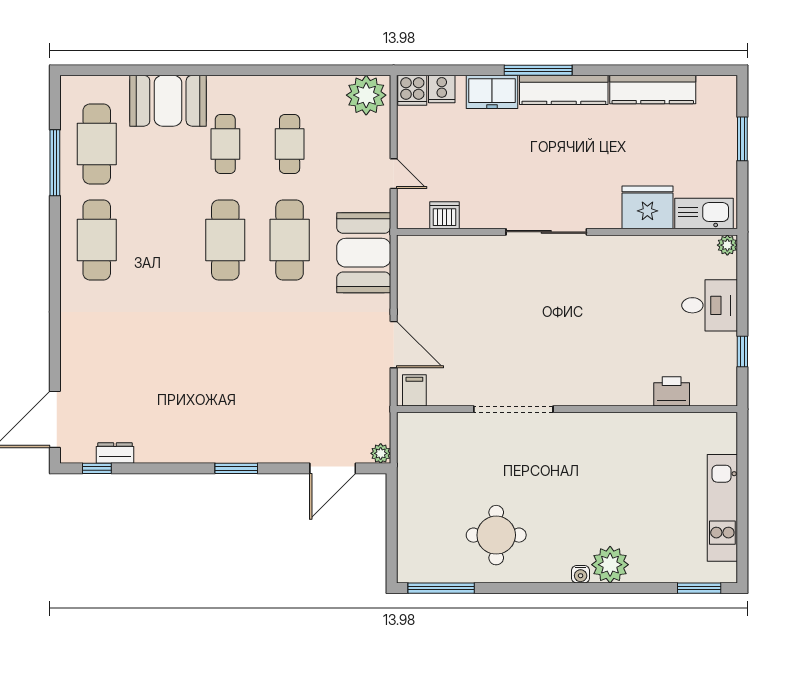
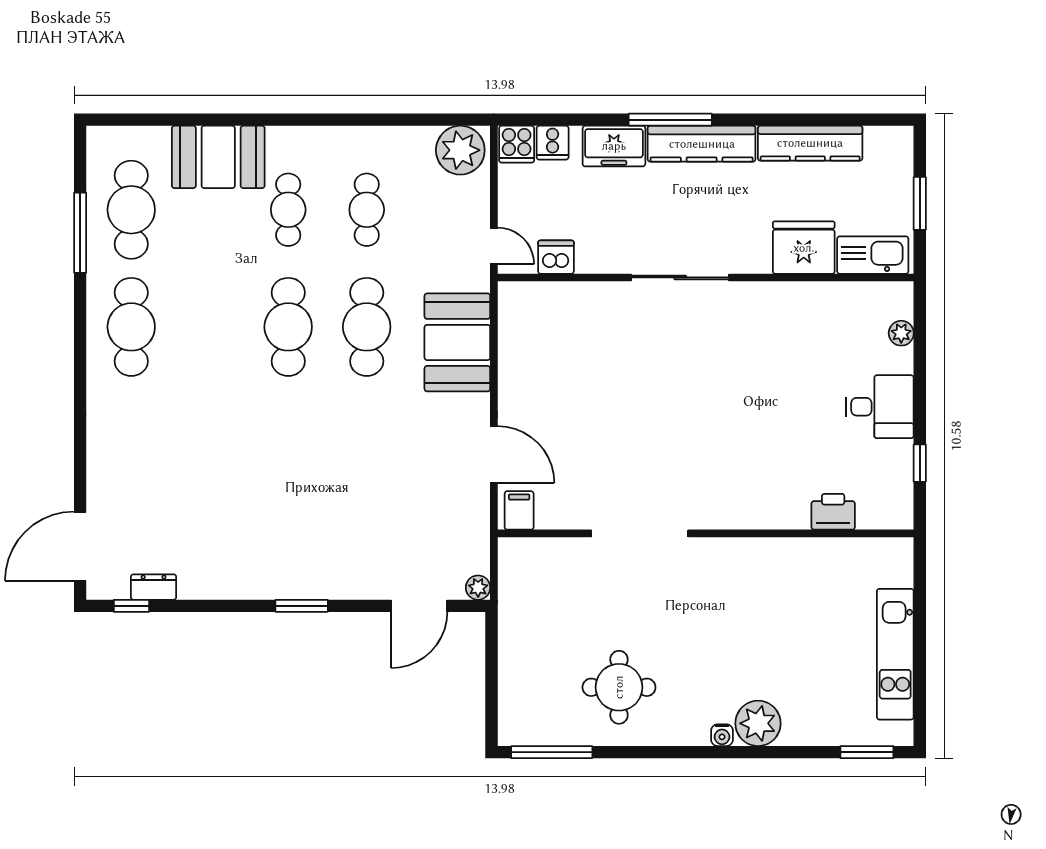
fridge: (647, 207) -> (804, 248), moved
kitchen sink: (704, 214) -> (873, 255), moved
dishwasher: (445, 215) -> (556, 257), moved
sliding door: (546, 232) -> (680, 277), moved
wall: (567, 232) -> (706, 277), moved

